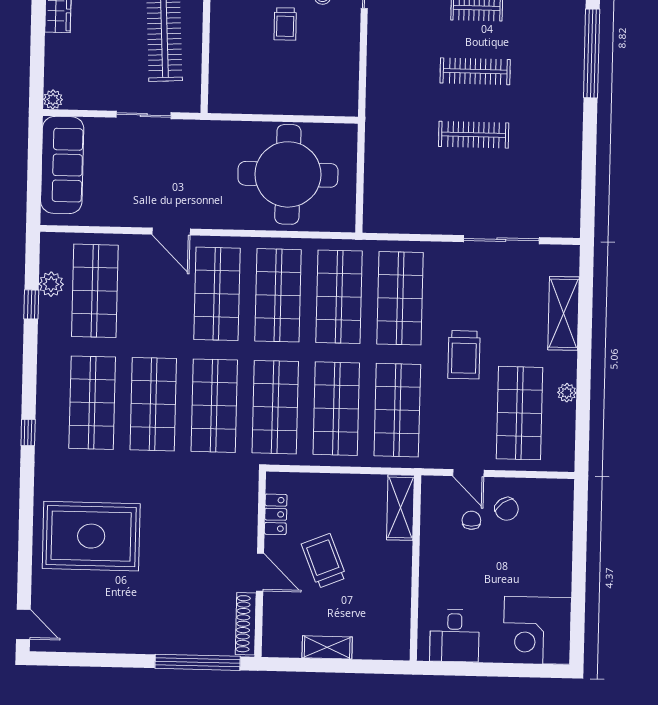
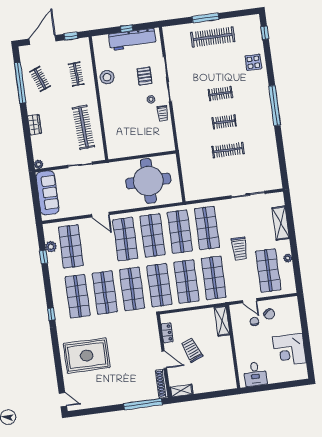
trolley: (285, 24) -> (163, 113), moved
clothes rail: (475, 71) -> (224, 122), width x0.73
corner desk: (537, 630) -> (289, 350), moved
shelving: (327, 647) -> (181, 391), moved

